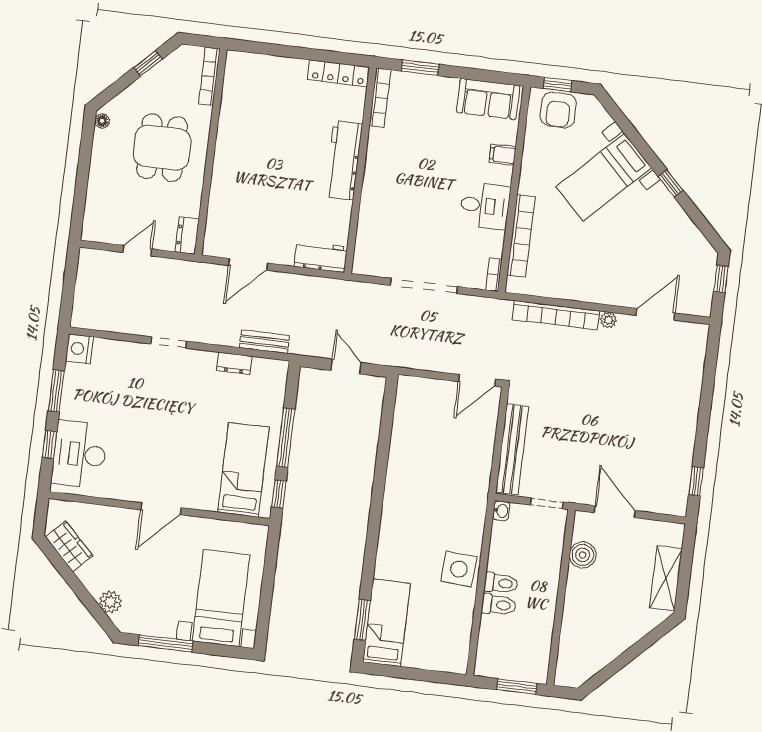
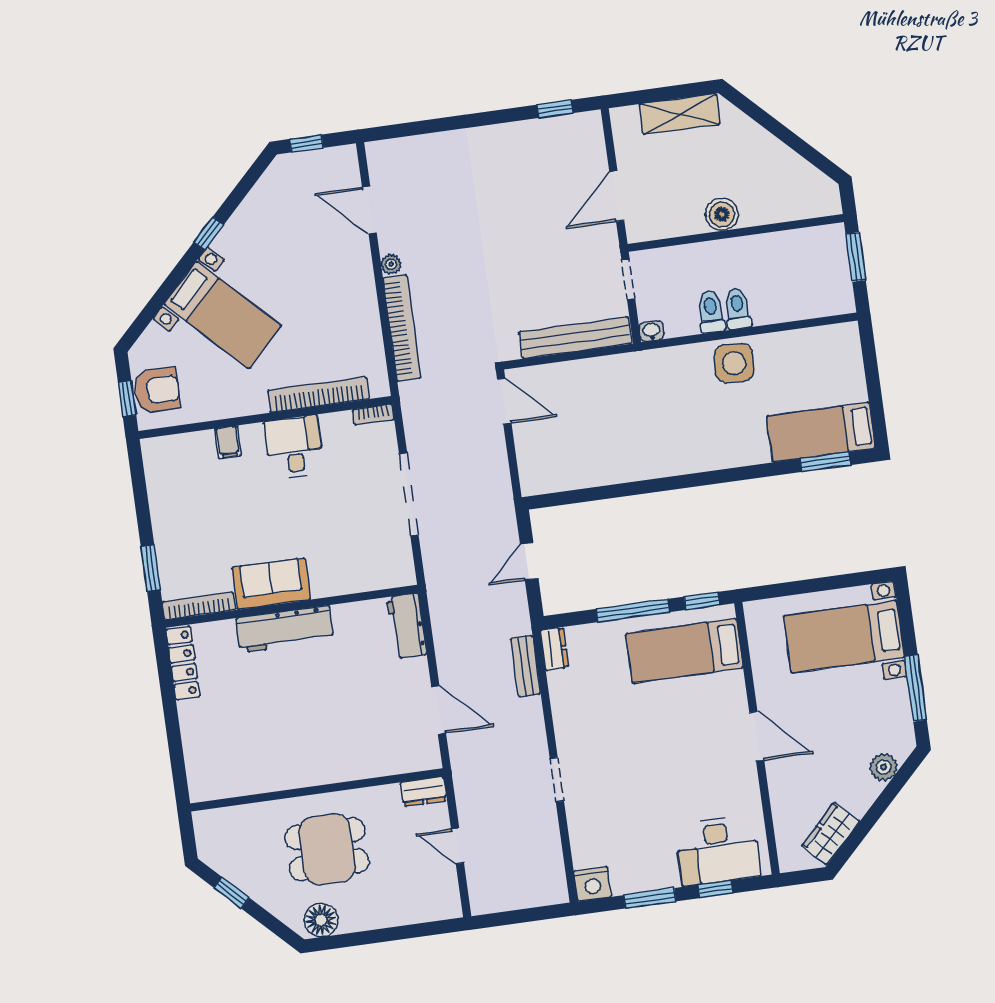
bookcase: (209, 76) -> (227, 815), removed
sofa: (488, 99) -> (271, 584), moved, turned -90
floor lamp: (102, 121) -> (321, 920), width x1.89, depth x1.89
dresser: (234, 363) -> (554, 649), moved
boiler: (583, 555) -> (722, 214), moved
toilet: (499, 605) -> (711, 312), moved

